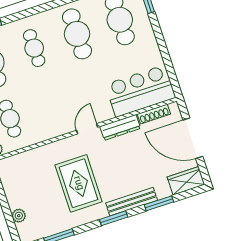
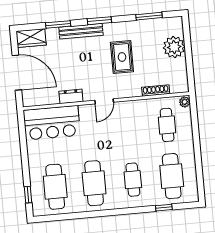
shoe rack: (154, 114) -> (156, 91), moved
dresser: (120, 127) -> (71, 96), width x0.70
rug: (79, 183) -> (122, 57), width x0.73, depth x0.70
plant: (19, 216) -> (174, 47), width x1.87, depth x1.87

